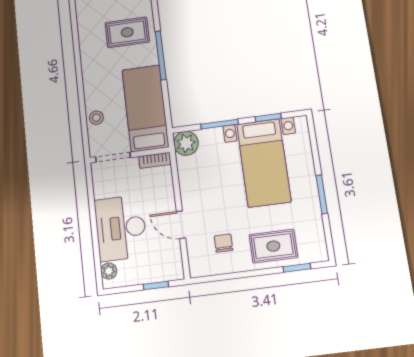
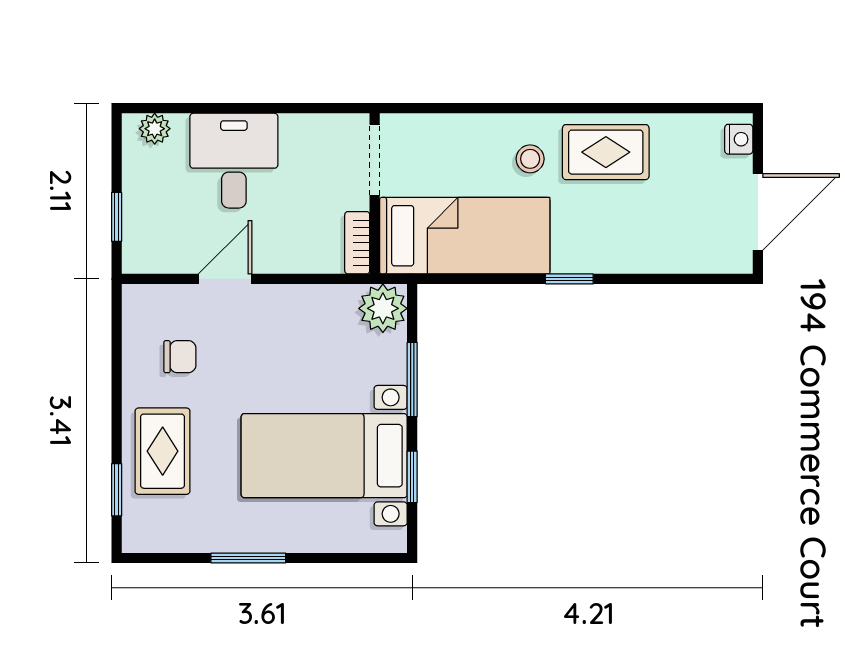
rug: (127, 32) -> (606, 152), moved, turned 90
window: (161, 55) -> (569, 279), width x0.46
stool: (96, 118) -> (530, 159), moved
desk: (121, 228) -> (234, 161), width x0.73

